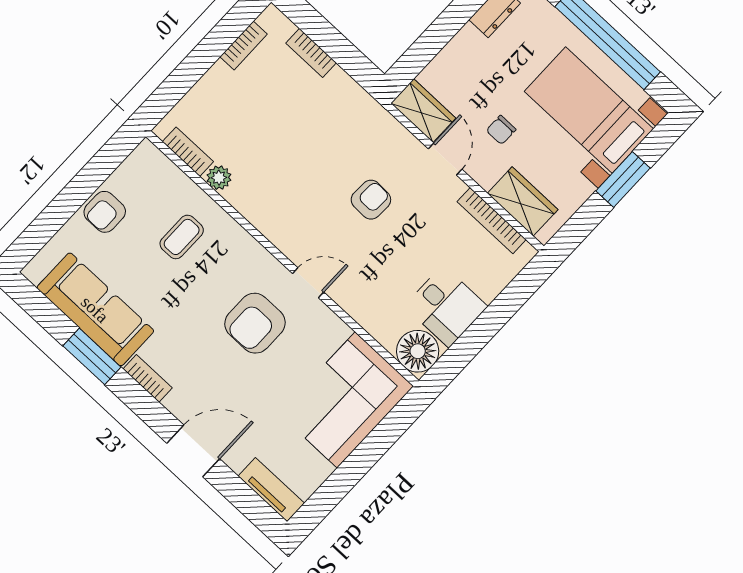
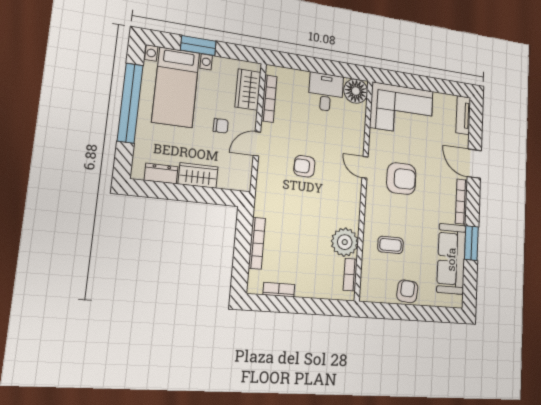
bookcase: (311, 53) -> (257, 243), width x1.56
wardrobe: (423, 111) -> (198, 175), moved, turned 90
plant: (219, 178) -> (345, 242), width x1.88, depth x1.88
armchair: (105, 212) -> (407, 291), turned -85
bookcase: (148, 378) -> (461, 202), width x1.56

